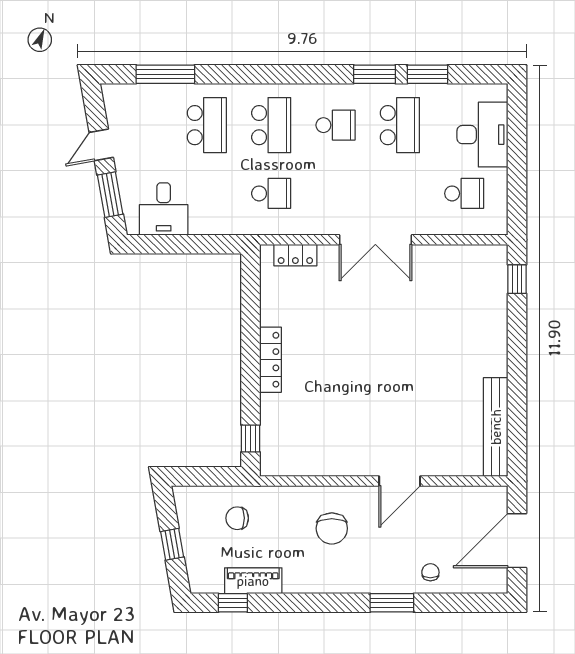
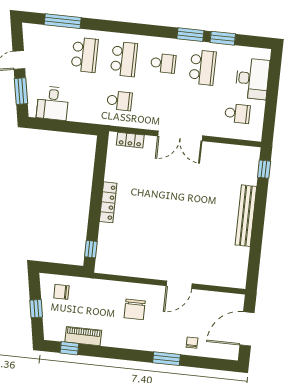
bench: (496, 427) -> (246, 216), moved
chair: (237, 518) -> (61, 292), moved

